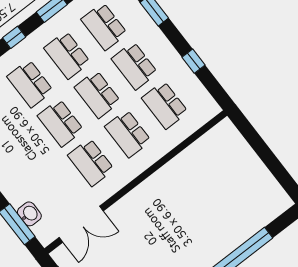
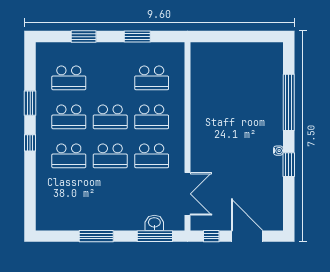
window: (194, 61) -> (137, 37), width x1.50
school desk: (135, 66) -> (110, 78), removed

